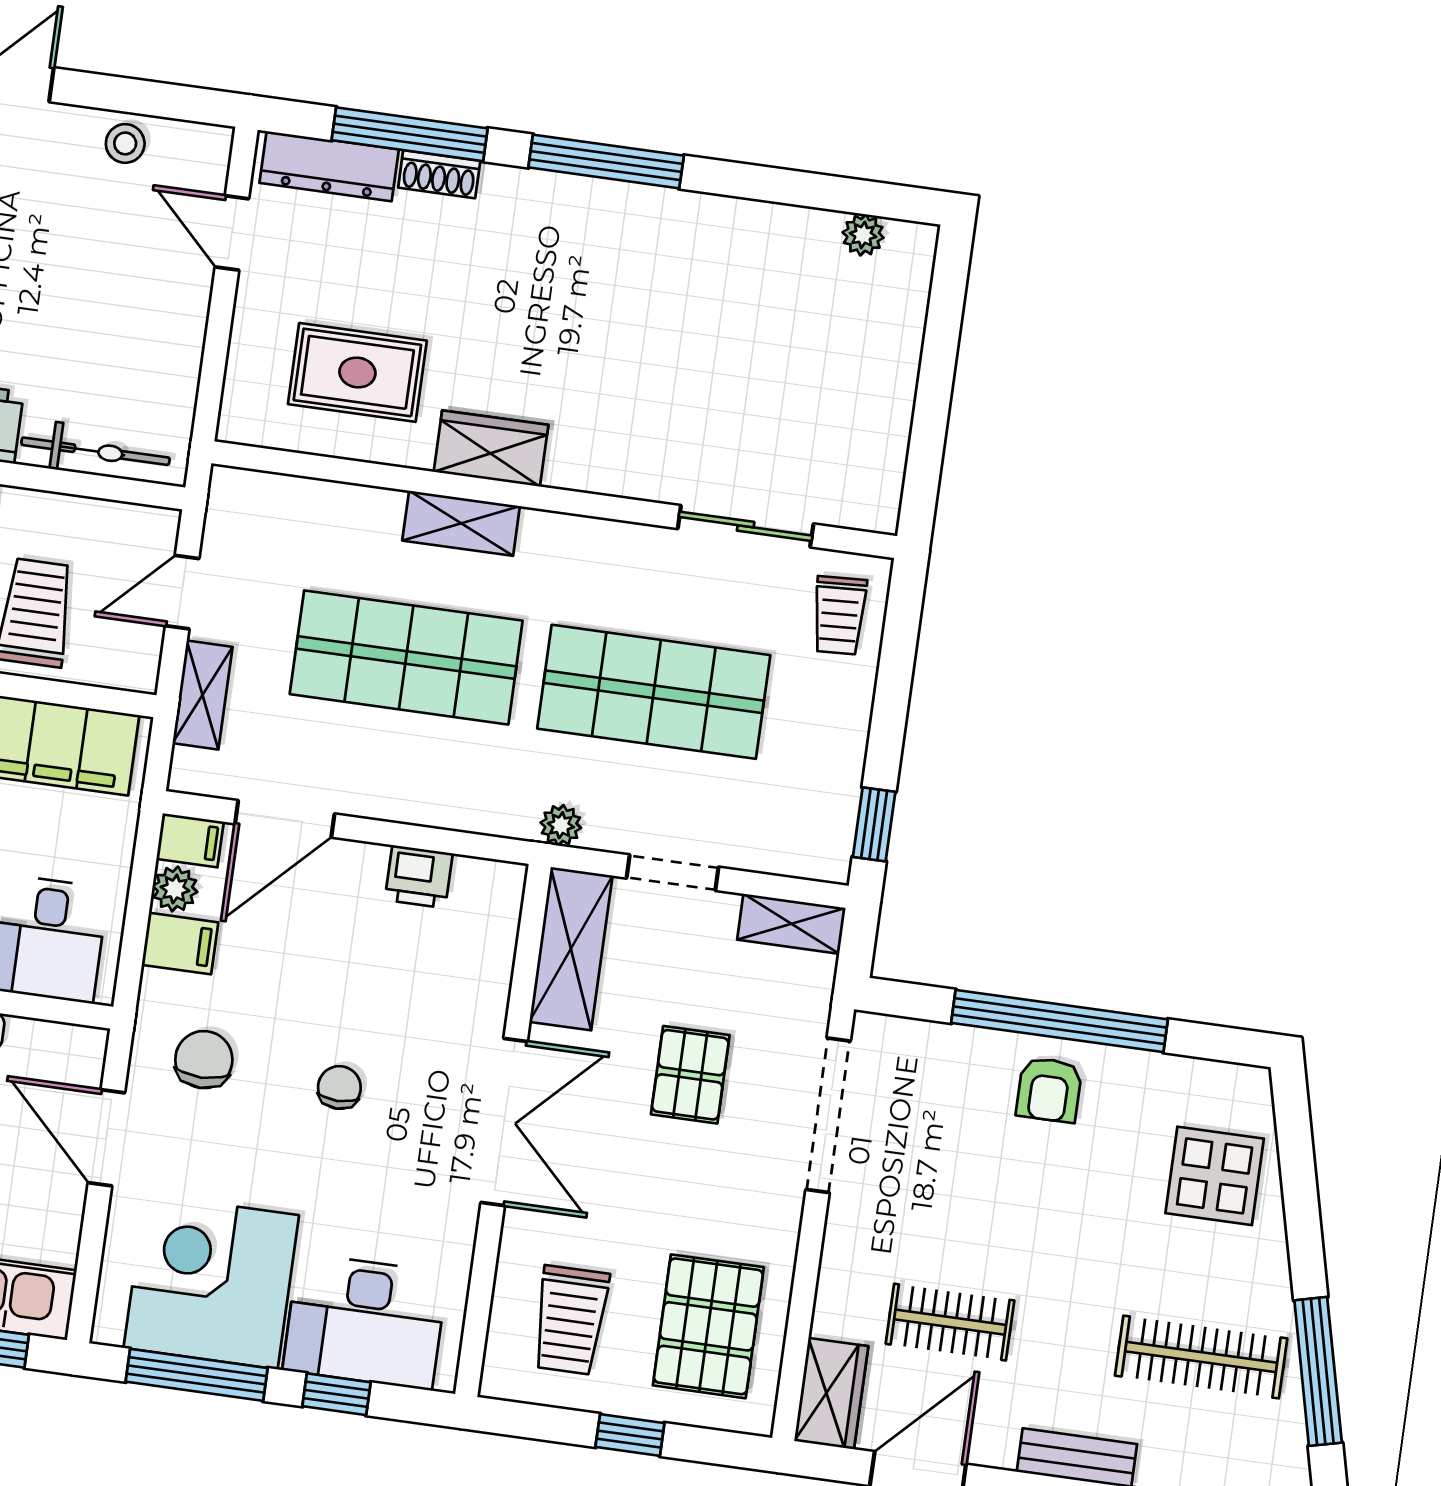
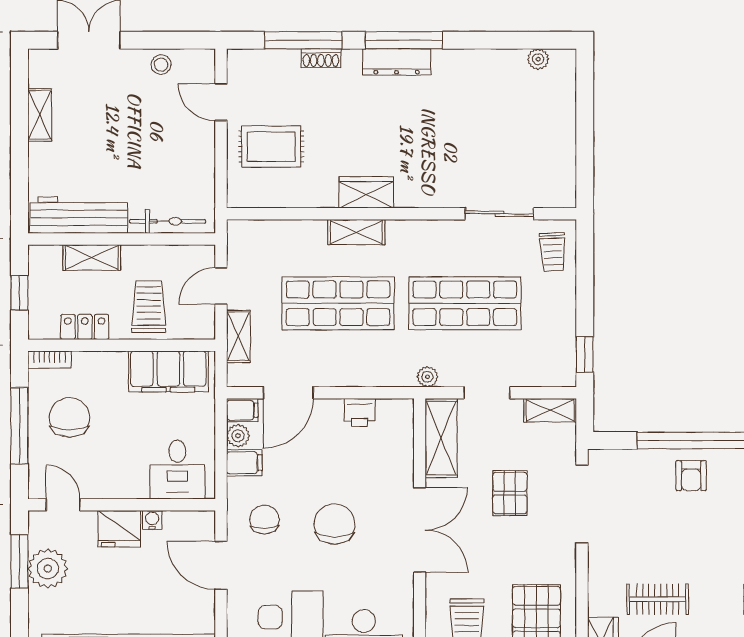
dresser: (329, 166) -> (397, 62), moved
rug: (357, 372) -> (271, 147), moved
chair: (339, 1088) -> (334, 524), width x1.87, depth x1.87

